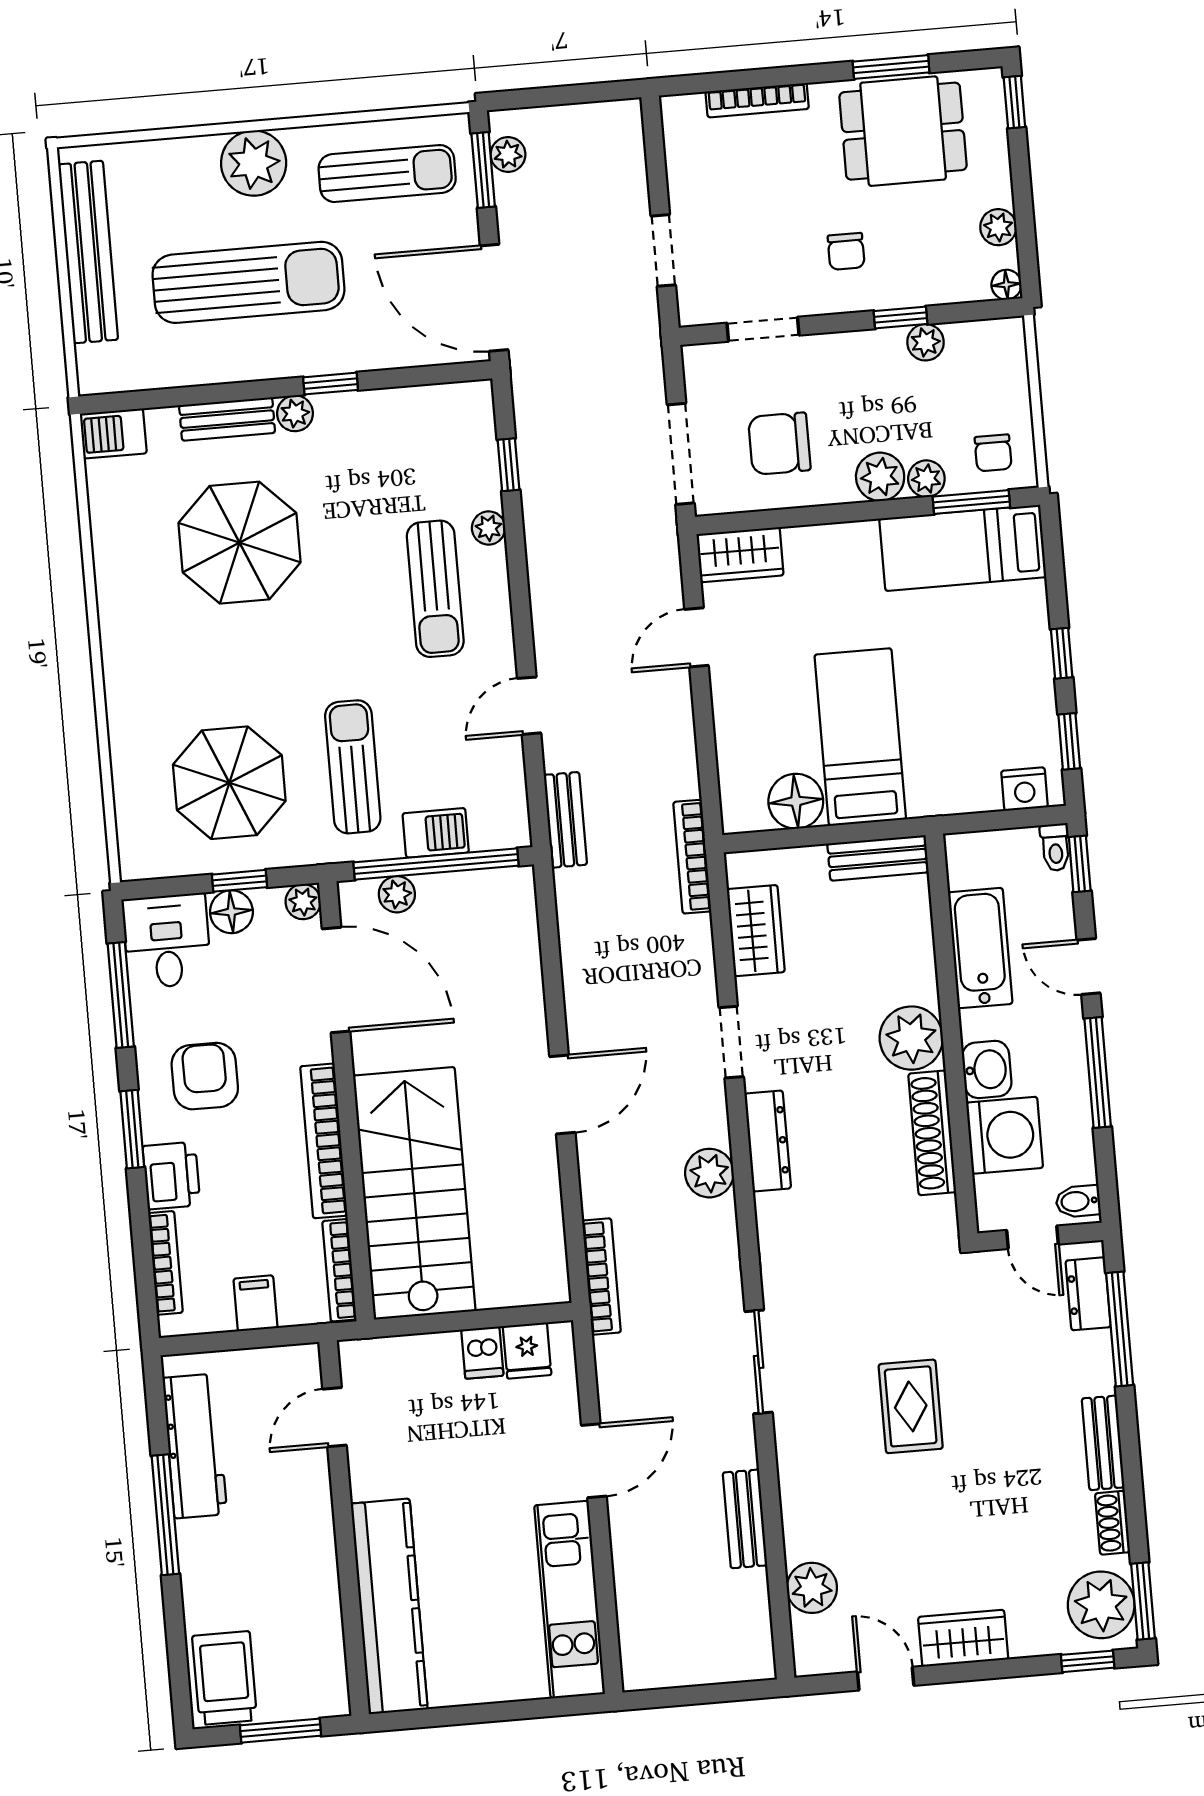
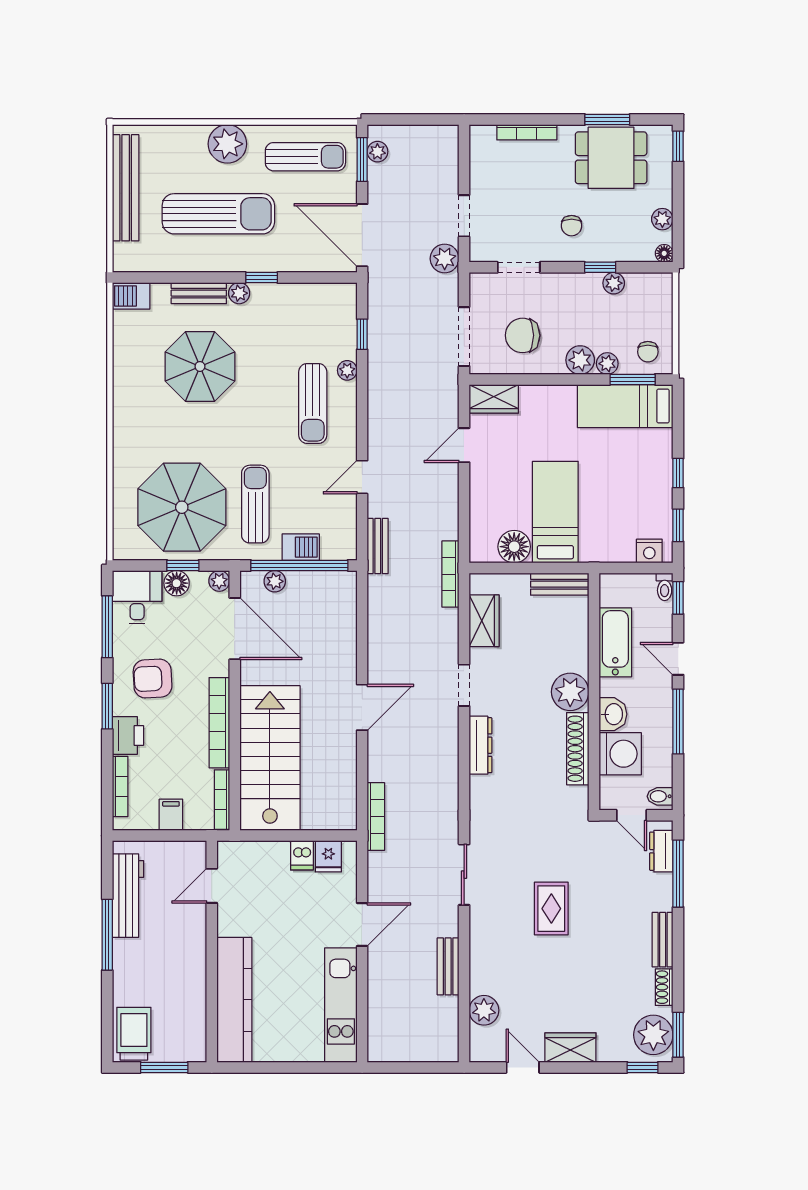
parasol: (229, 783) -> (182, 507), width x1.36, depth x1.36
armchair: (205, 1076) -> (153, 679), turned -93
plant: (709, 1173) -> (445, 259), moved

